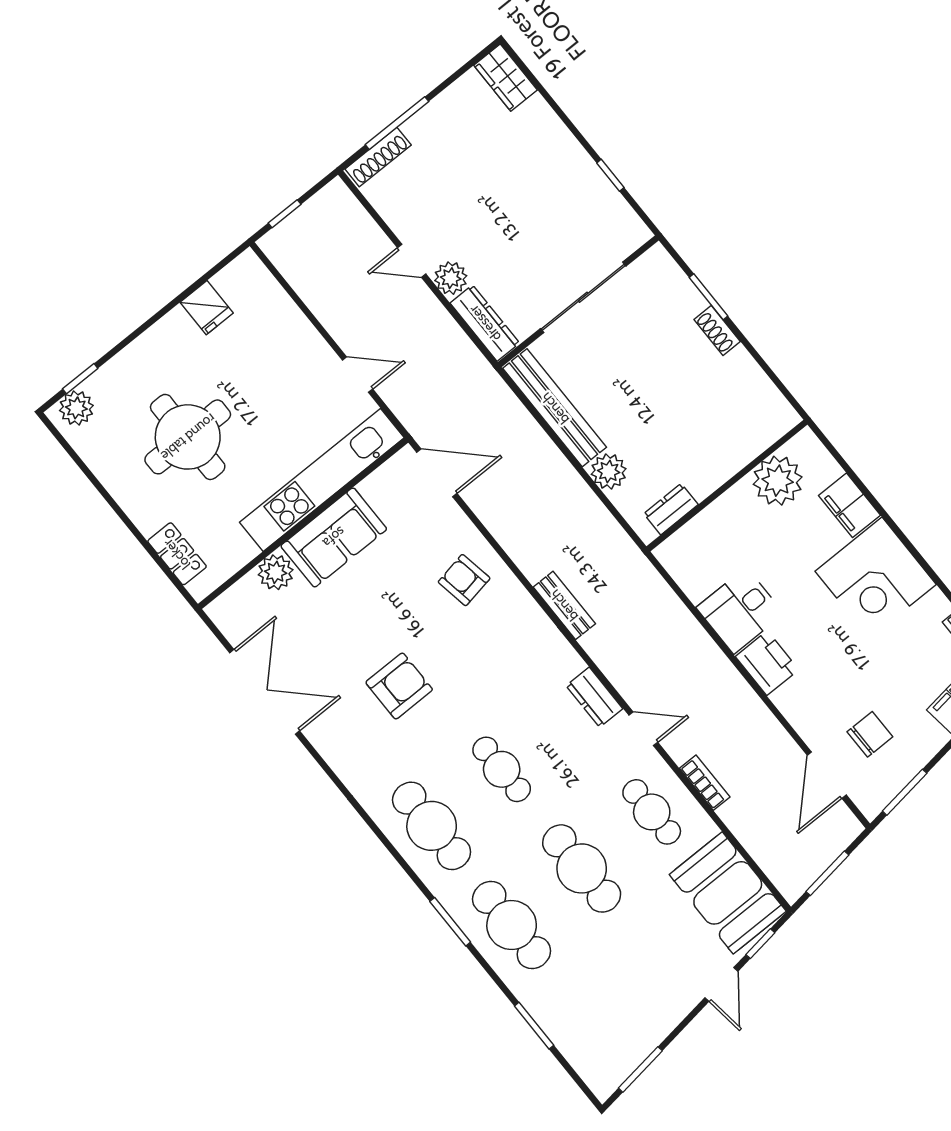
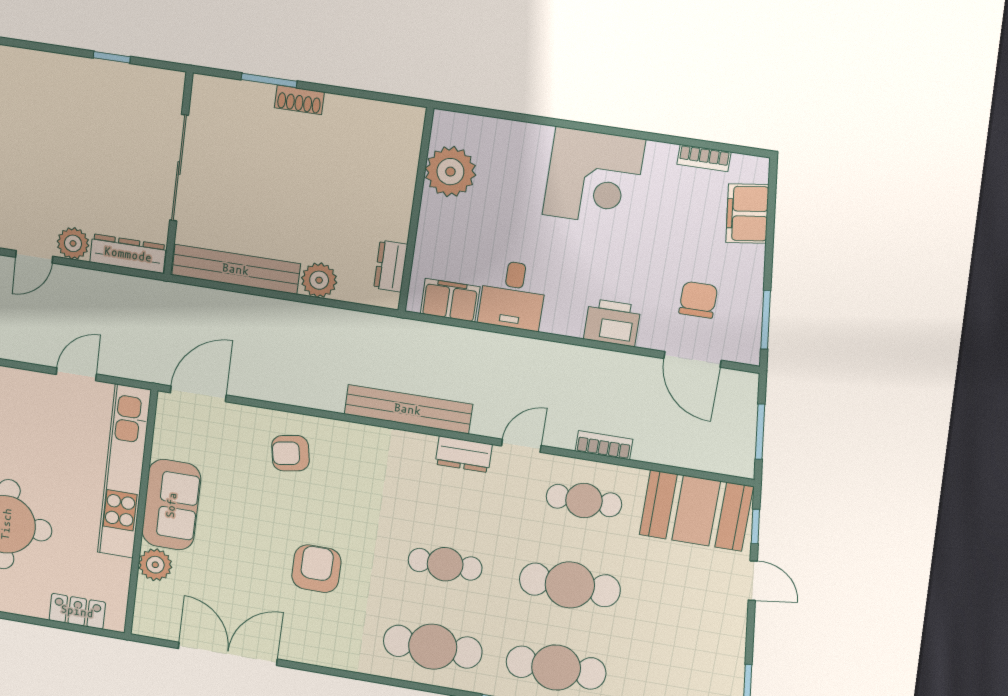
filing cabinet: (850, 505) -> (450, 300), moved, turned 180
bench: (564, 605) -> (408, 409), width x1.86, depth x1.21
printer: (767, 663) -> (612, 323), moved

